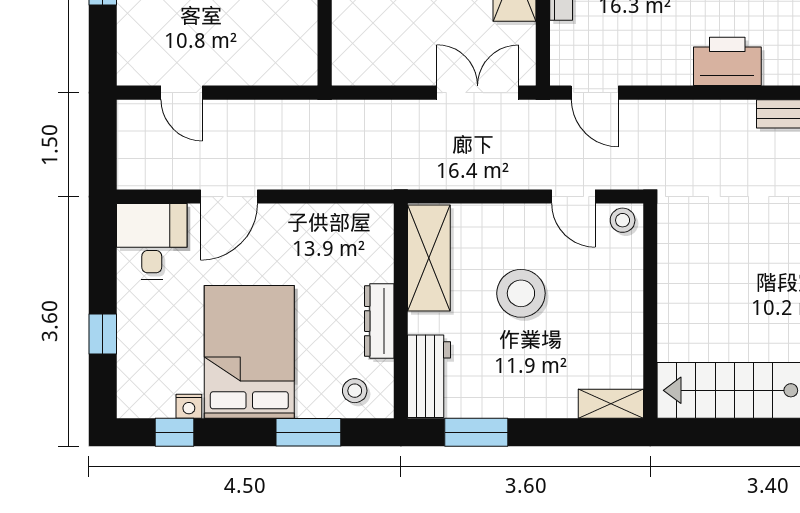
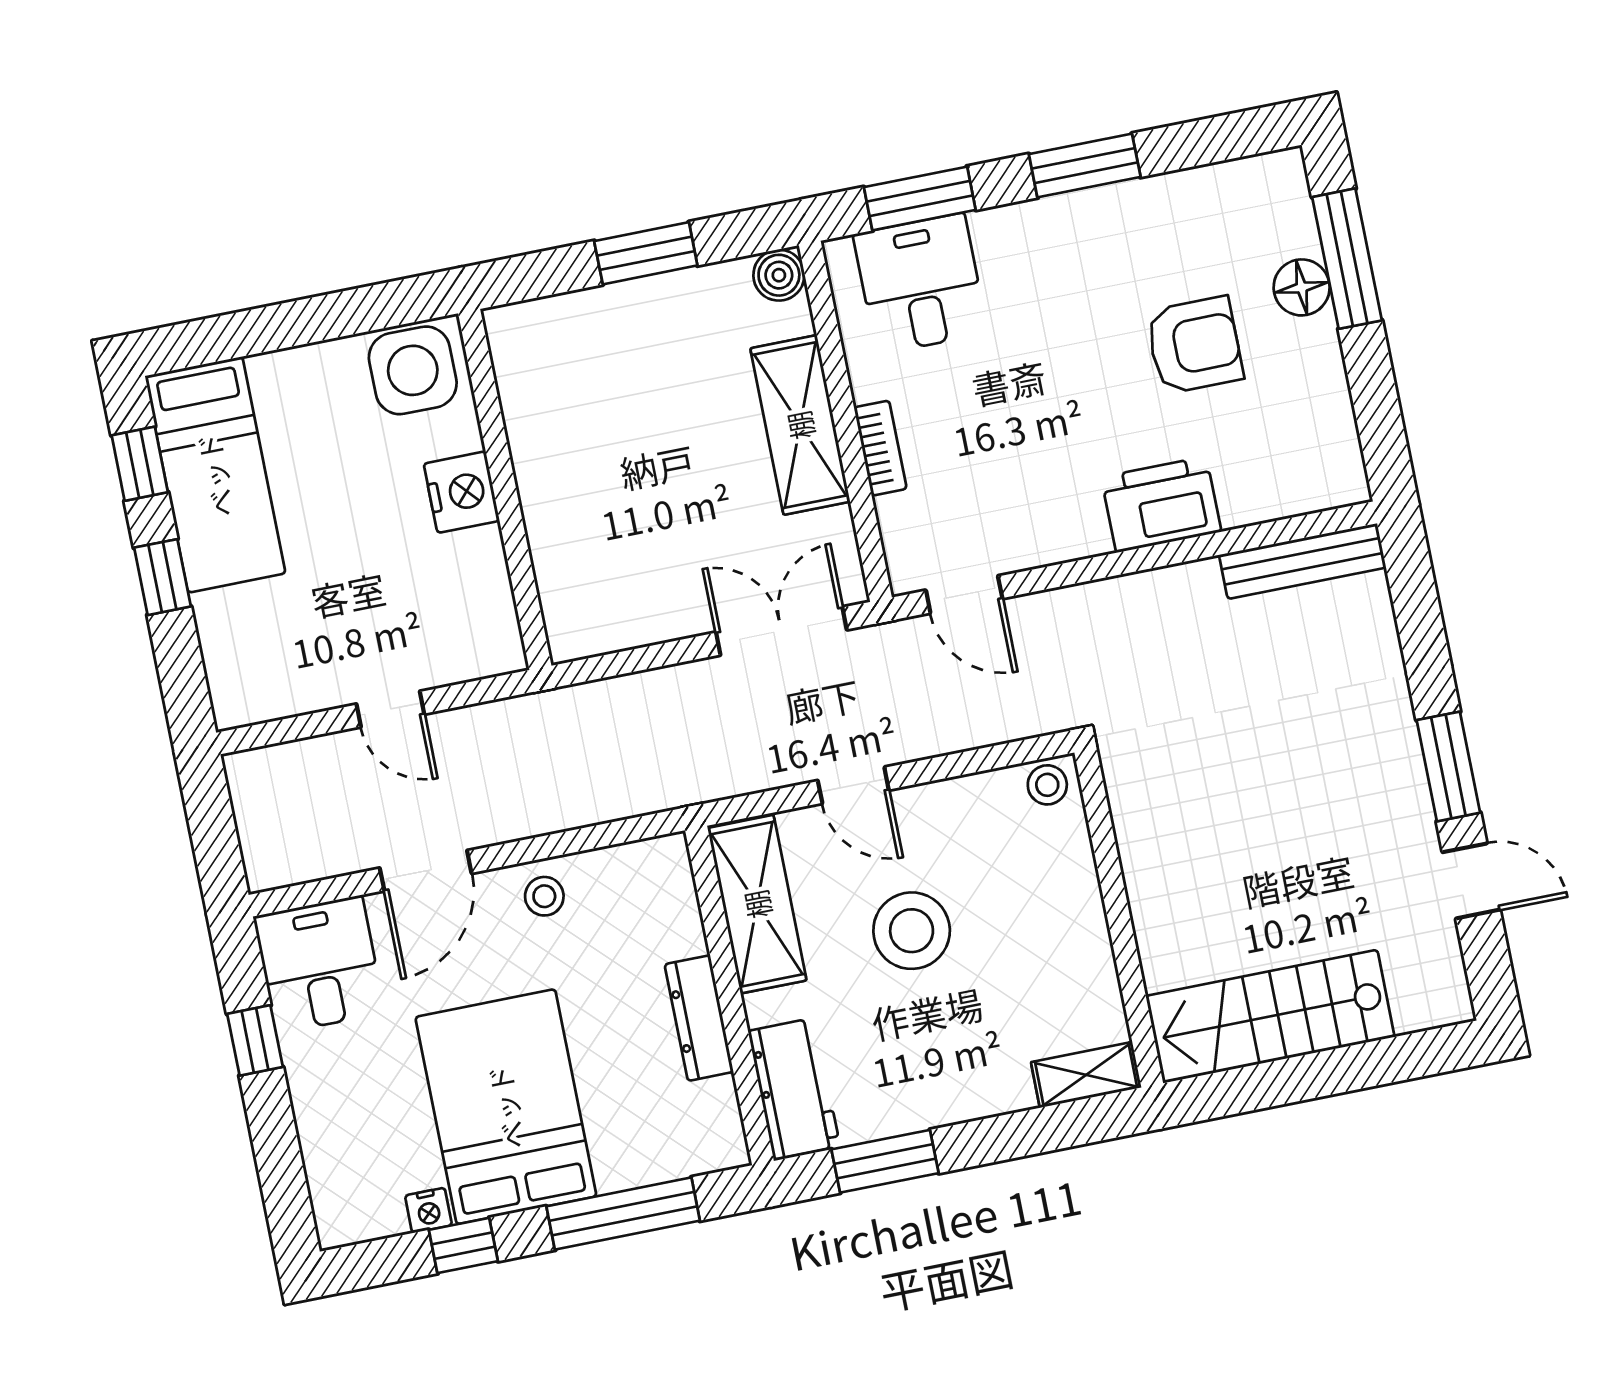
door: (182, 93) -> (390, 709), moved
door: (573, 197) -> (853, 785), moved
window: (103, 334) -> (255, 1040), moved
stool: (355, 391) -> (544, 896), moved
window: (174, 432) -> (463, 1246), moved
window: (308, 432) -> (623, 1214), width x1.44

